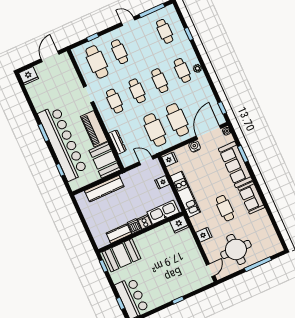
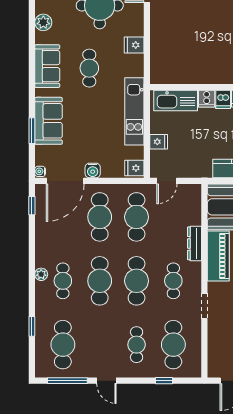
cafe table: (165, 31) -> (63, 345), width x1.37, depth x1.35
cafe table: (160, 81) -> (100, 281), width x1.37, depth x1.35
cafe table: (137, 91) -> (137, 281), width x1.37, depth x1.35
dresser: (117, 142) -> (195, 243), moved
door: (146, 161) -> (167, 181), hinge flipped
sofa: (235, 165) -> (49, 121), width x0.73
plant: (266, 223) -> (43, 22), added
fridge: (179, 224) -> (161, 74), removed

